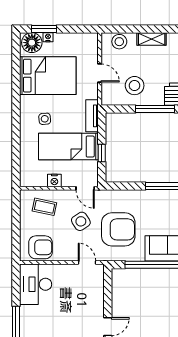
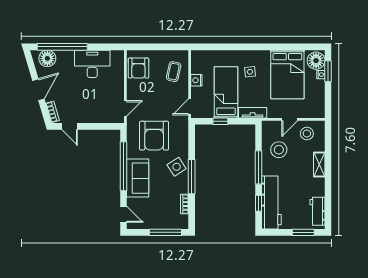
stool: (119, 42) -> (307, 133), moved
side table: (81, 221) -> (177, 167), moved
desk: (36, 284) -> (92, 64), moved

